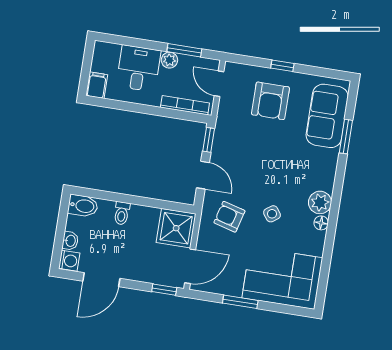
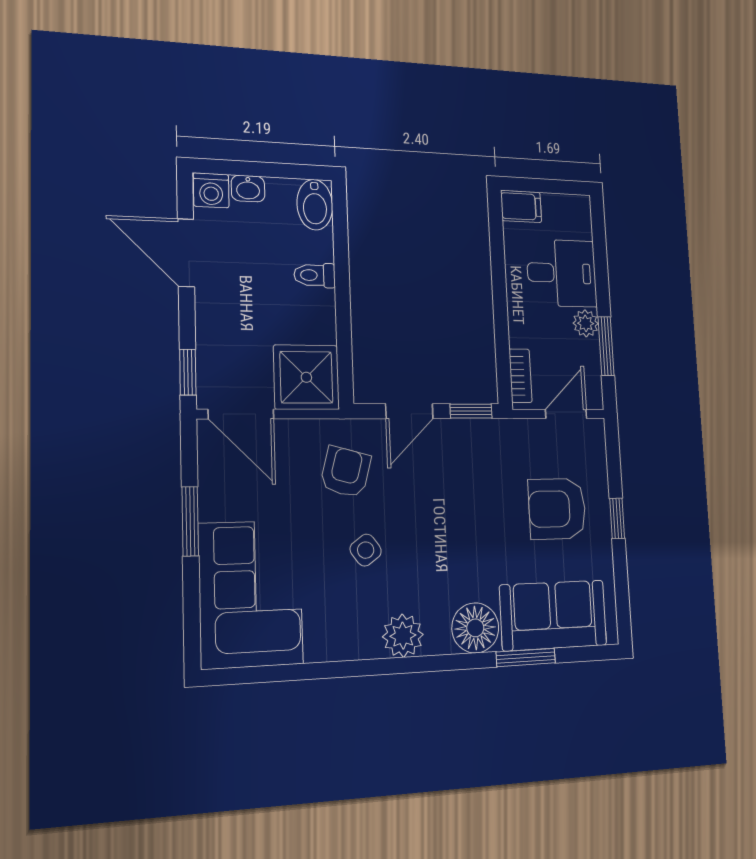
bookcase: (185, 105) -> (520, 376), width x0.64
floor lamp: (321, 223) -> (475, 628), moved, width x1.89, depth x1.89

